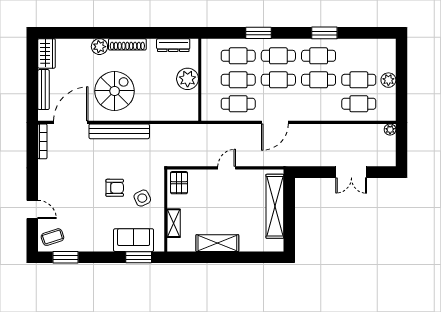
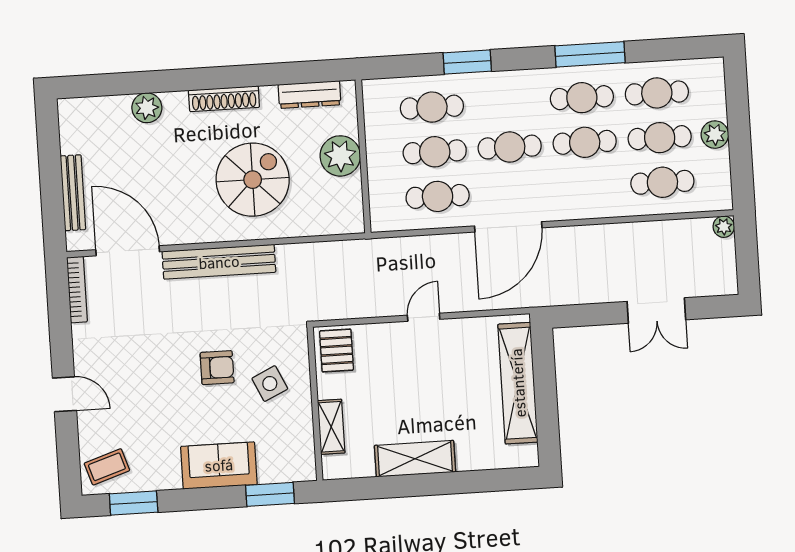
window: (324, 33) -> (590, 54), width x1.44
plant: (99, 47) -> (147, 108), moved
wardrobe: (47, 53) -> (74, 125), removed
cafe table: (278, 56) -> (657, 93), moved
spiral stairs: (115, 91) -> (253, 180), moved
door: (71, 122) -> (128, 251), hinge flipped
door: (275, 122) -> (508, 227), width x1.36
door: (32, 209) -> (64, 394), moved
sofa: (134, 240) -> (219, 465), moved

